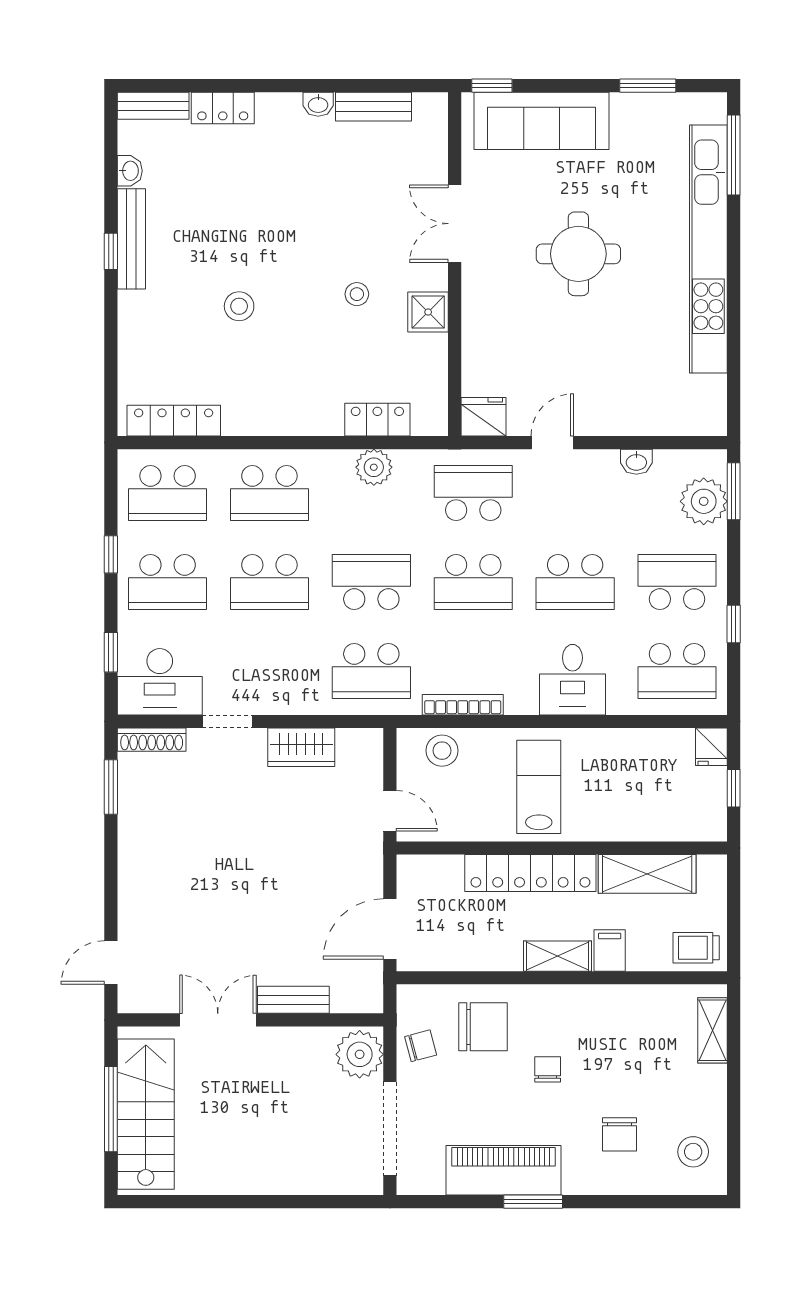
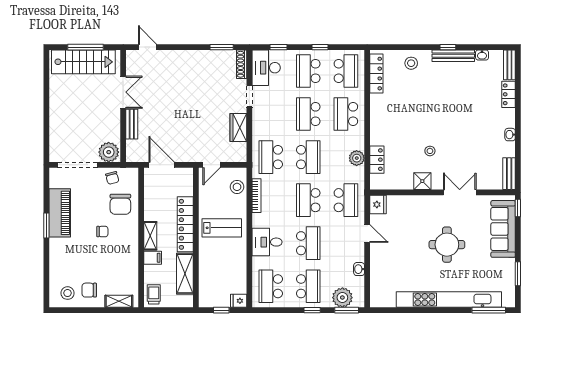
bench: (374, 107) -> (509, 174), moved
stool: (239, 306) -> (411, 63), moved
school desk: (168, 493) -> (346, 71), turned 180
school desk: (575, 582) -> (308, 243), turned 180
window: (734, 624) -> (312, 310), moved
chair: (620, 1134) -> (89, 290), moved

